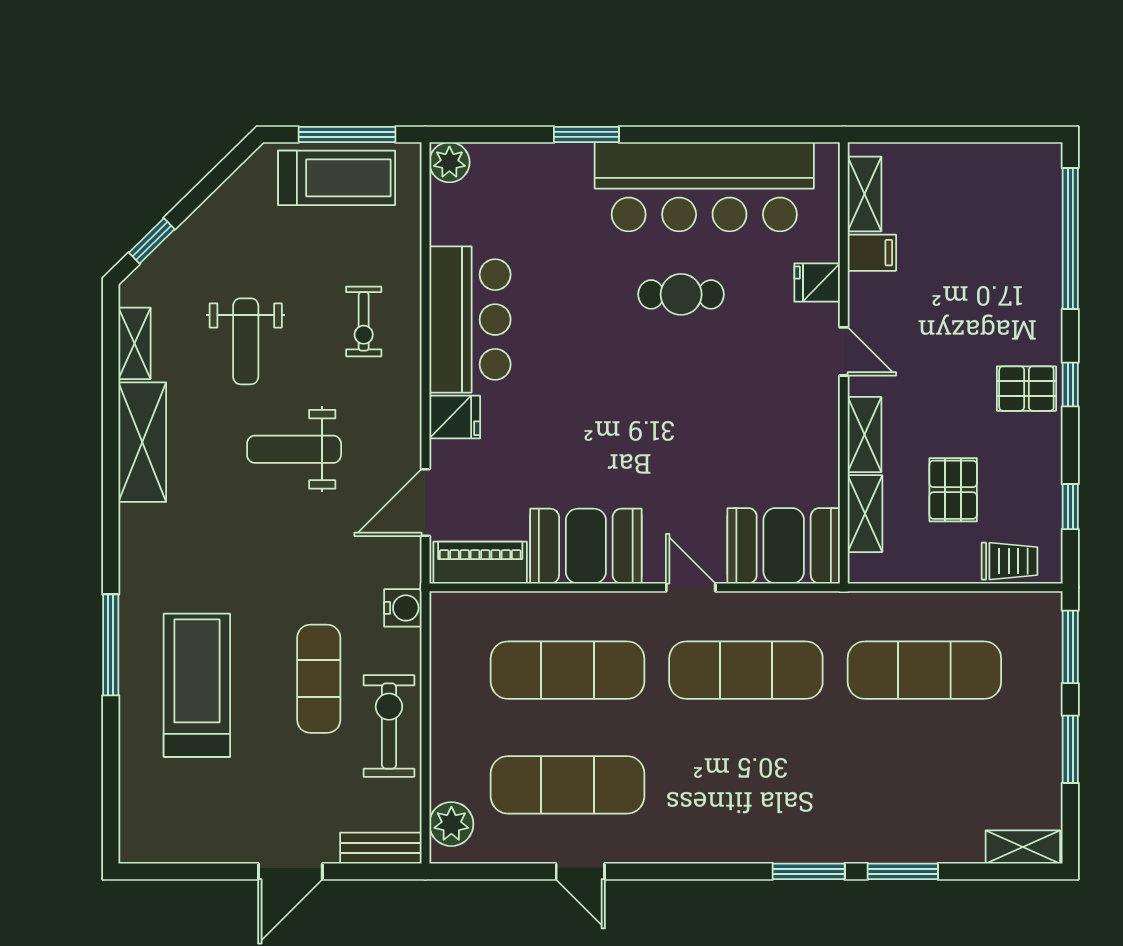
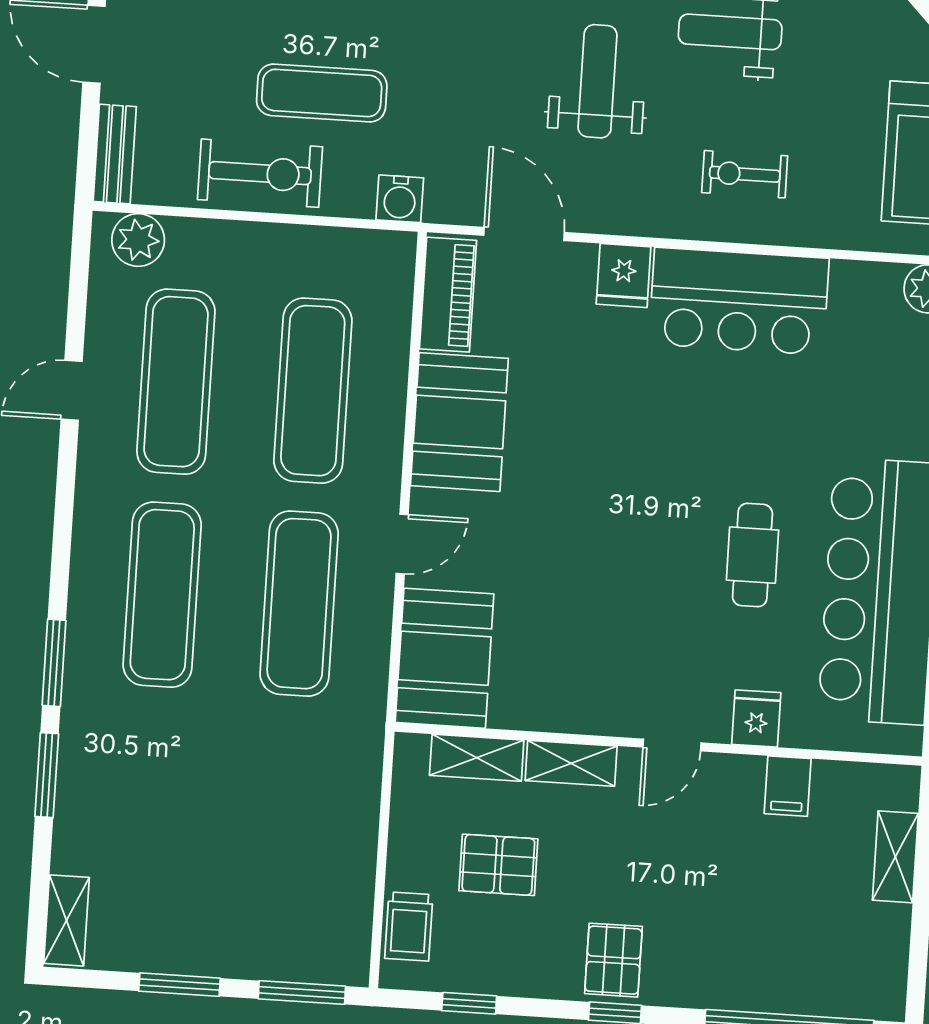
shelving: (865, 194) -> (895, 857), moved, turned 90
exercise mat: (924, 670) -> (162, 595), moved

